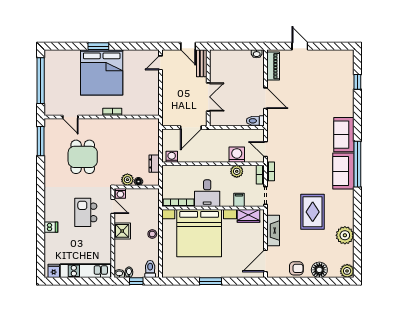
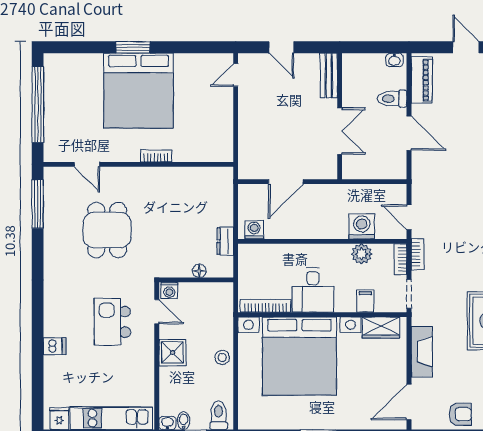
bench: (202, 63) -> (329, 75), moved
wall: (208, 88) -> (340, 116), moved
double door: (208, 97) -> (340, 131), moved
toilet: (255, 121) -> (392, 99), moved
plant: (127, 180) -> (181, 268), removed

